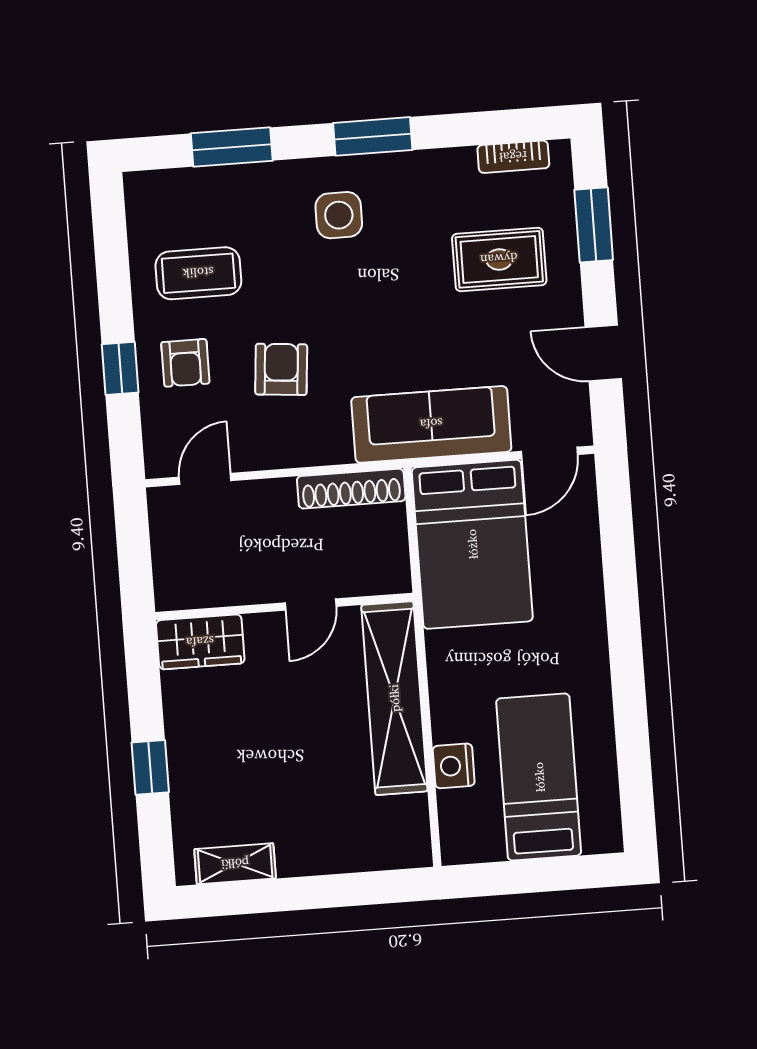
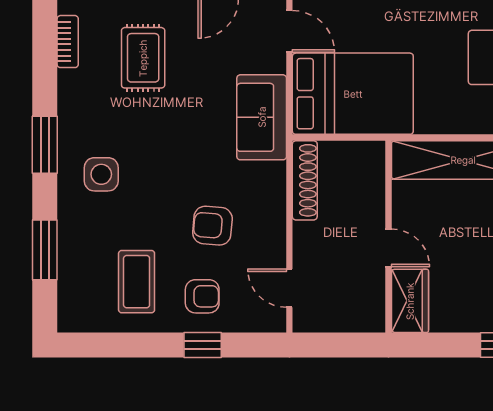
sofa: (431, 424) -> (262, 117), width x0.73
door: (311, 605) -> (388, 248), moved

